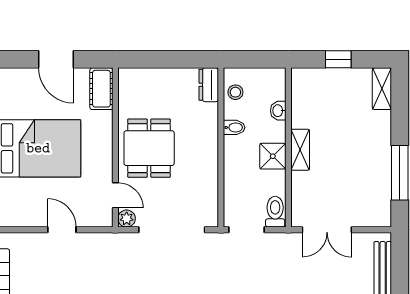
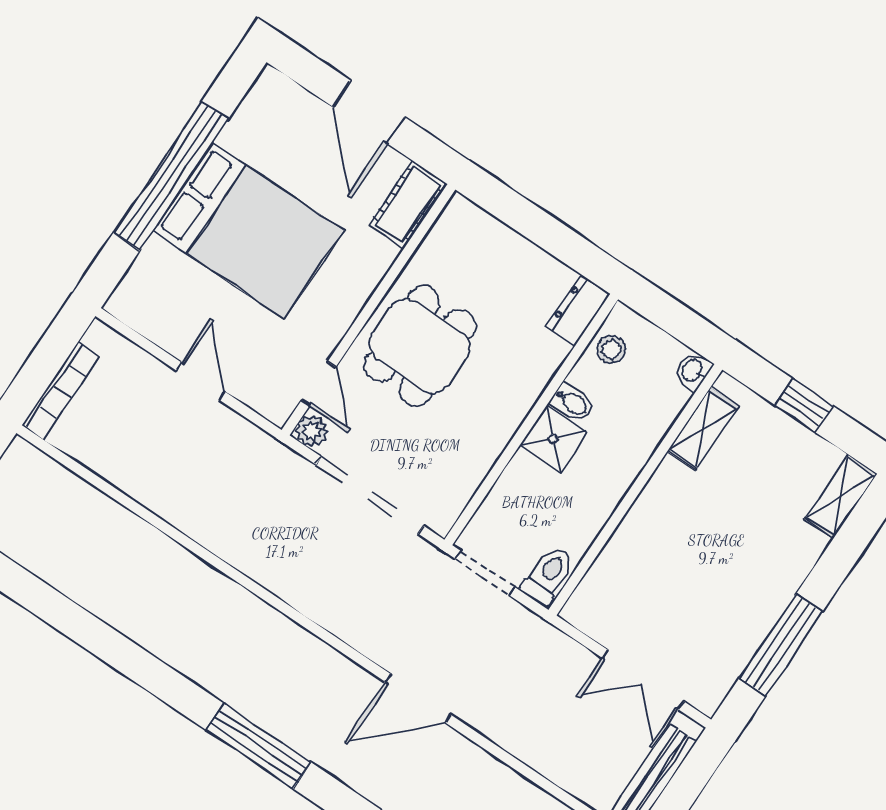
washbasin: (278, 111) -> (693, 371), moved
shelving: (300, 150) -> (703, 429), moved
shower: (273, 156) -> (553, 439), moved
double door: (327, 230) -> (643, 680), moved

